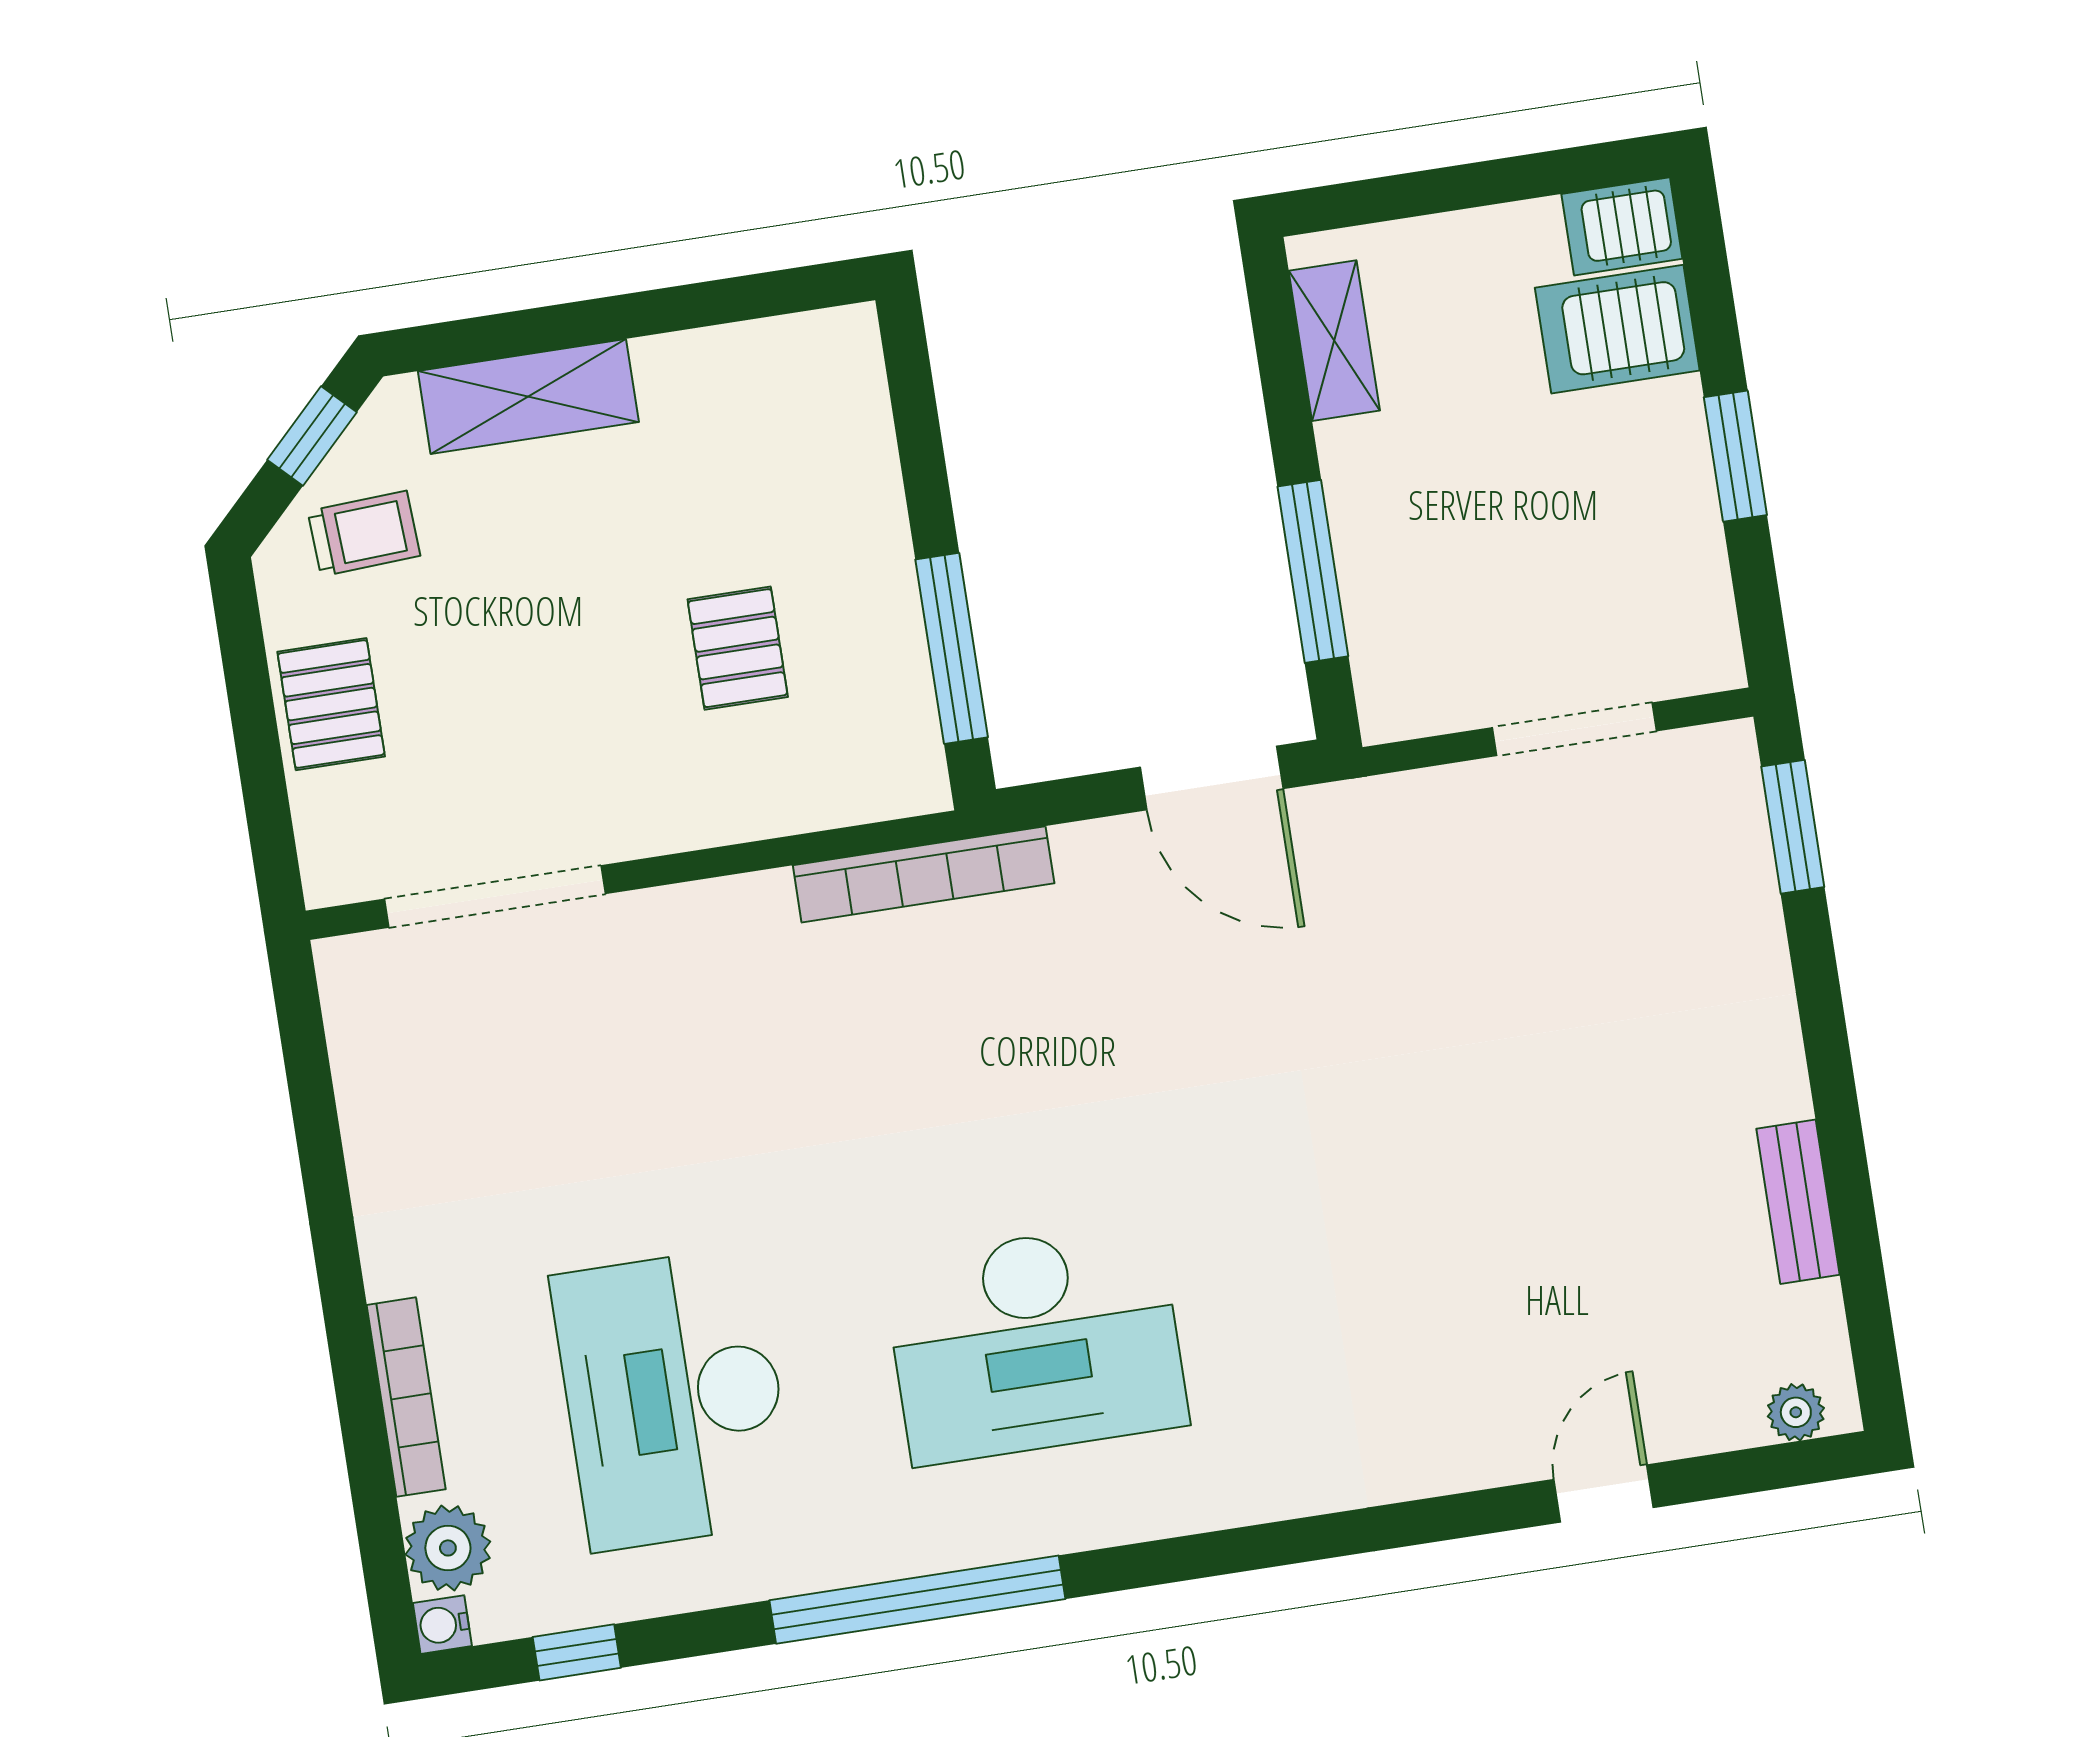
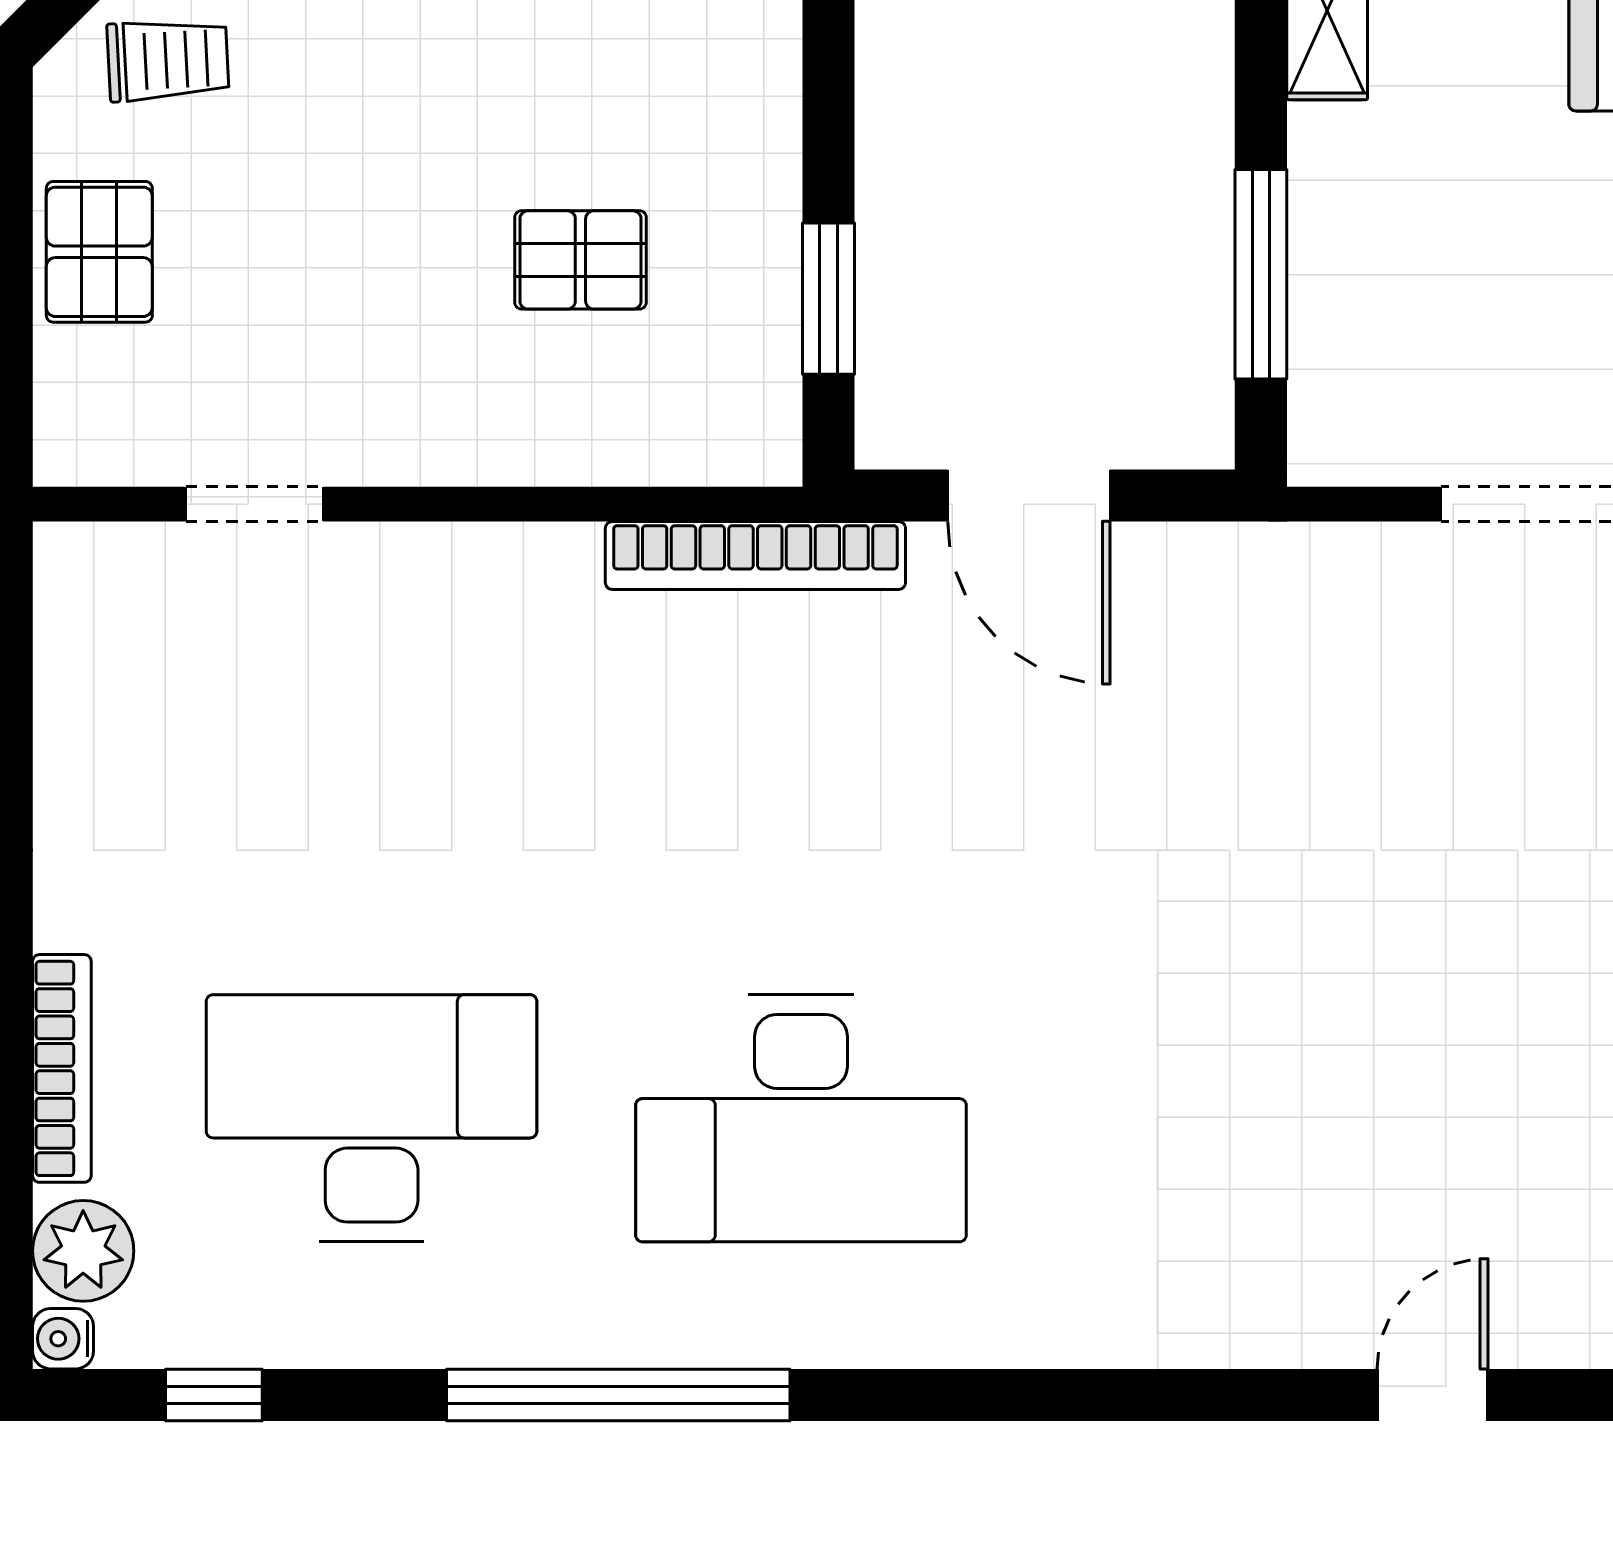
pallet: (738, 648) -> (580, 260), turned 90
window: (952, 648) -> (828, 299), width x0.69
door: (1212, 778) -> (1029, 495), moved
doorway: (495, 896) -> (255, 504), width x0.53
desk: (674, 1399) -> (372, 1118), turned 90

